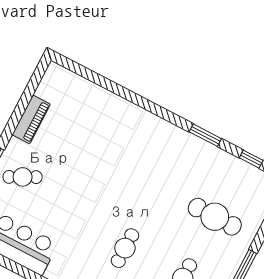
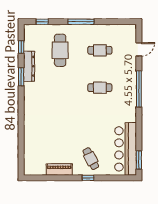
dresser: (215, 156) -> (29, 66), added

